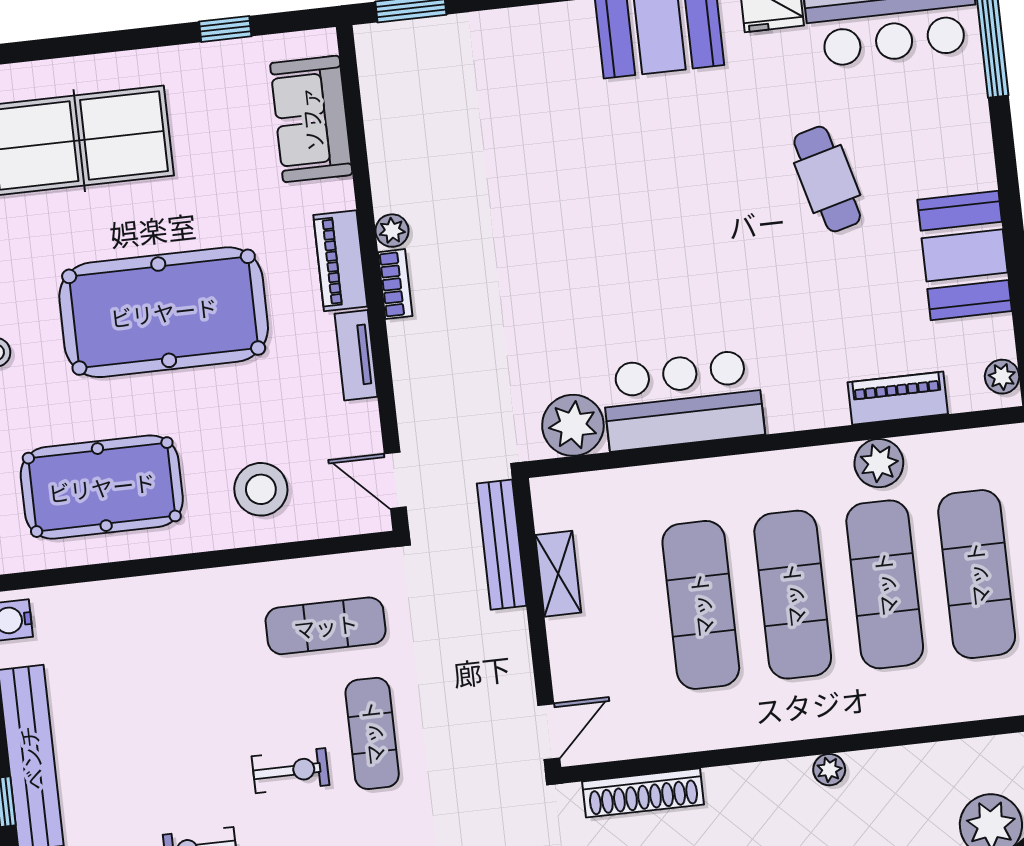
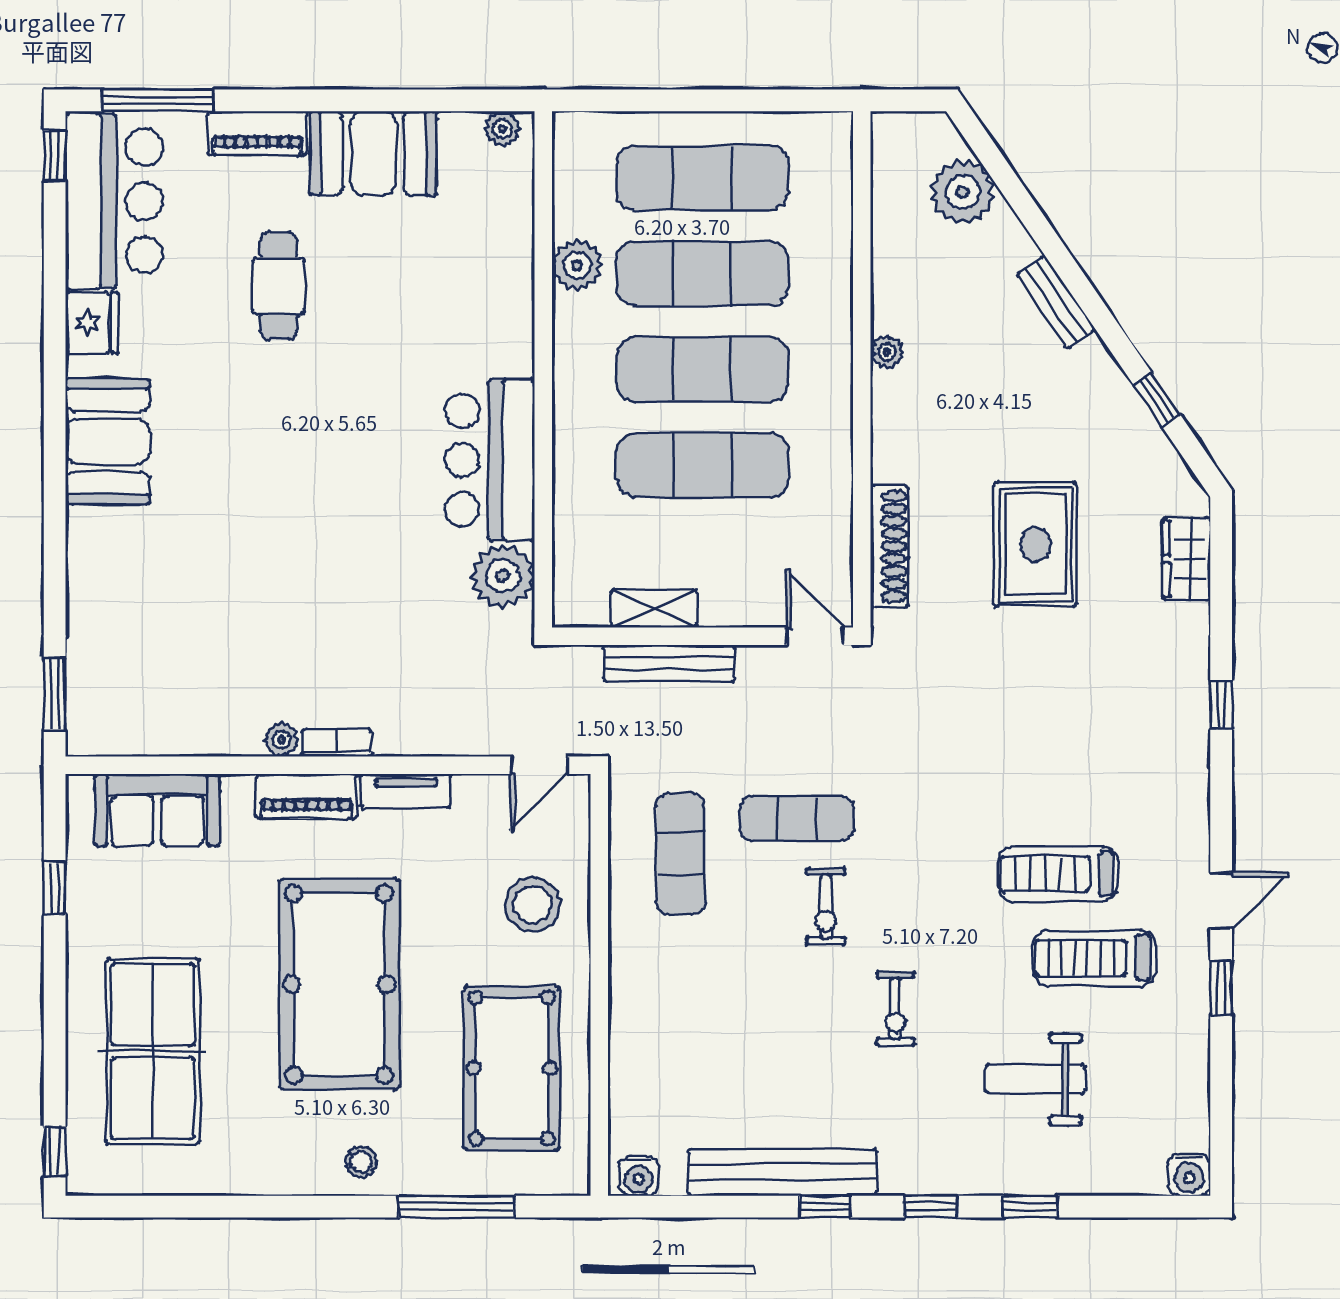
cafe table: (827, 179) -> (279, 286), turned -75
piano: (898, 398) -> (257, 133), moved, turned -90
bench: (502, 545) -> (669, 663), moved
exercise bike: (291, 771) -> (826, 907), turned 180

